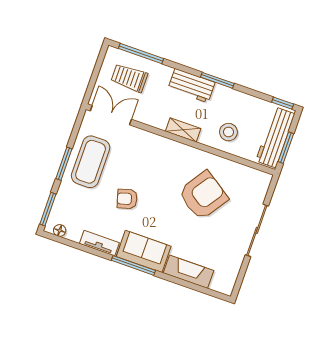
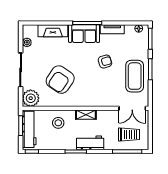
plant: (257, 183) -> (31, 98), added
plant: (233, 268) -> (27, 42), added

